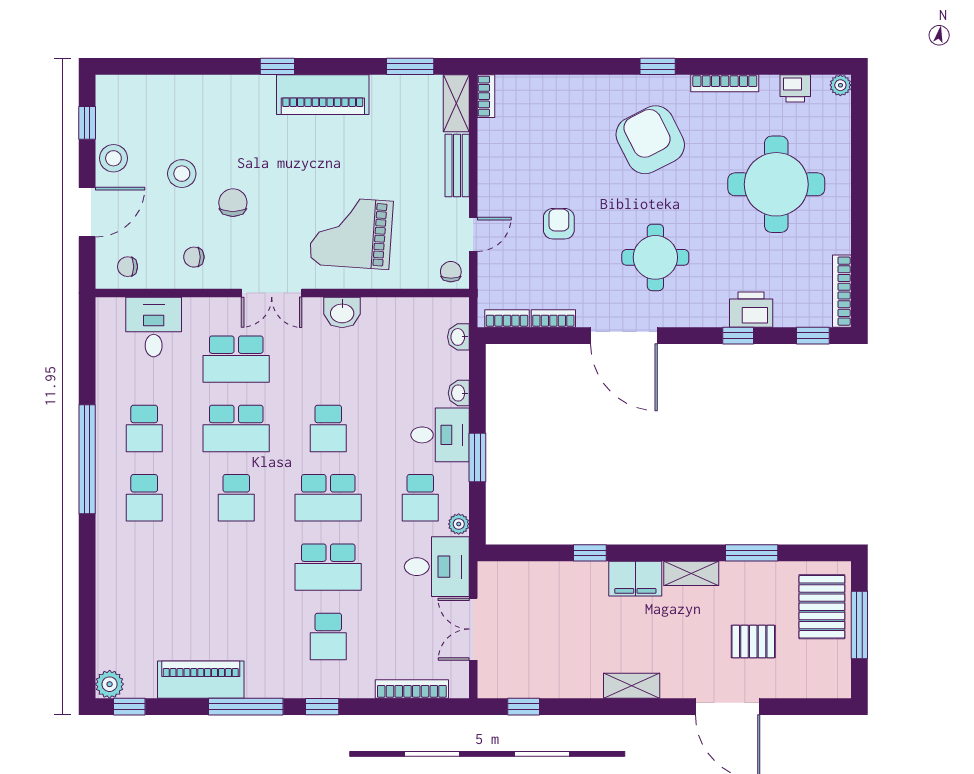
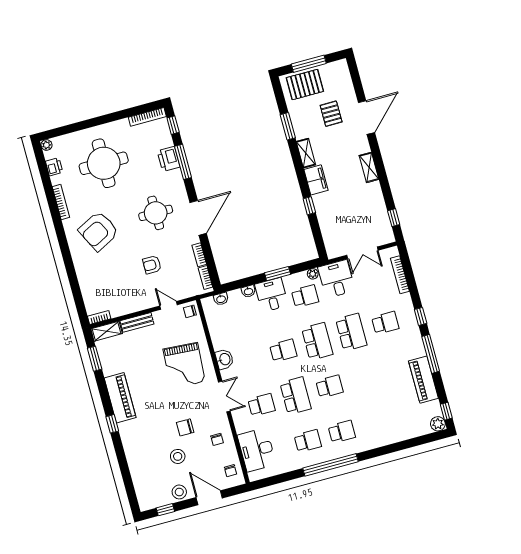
window: (658, 66) -> (62, 237), removed
desk: (154, 327) -> (257, 450), width x1.37
window: (738, 336) -> (183, 162), width x2.17
school desk: (236, 359) -> (261, 405), width x0.54

